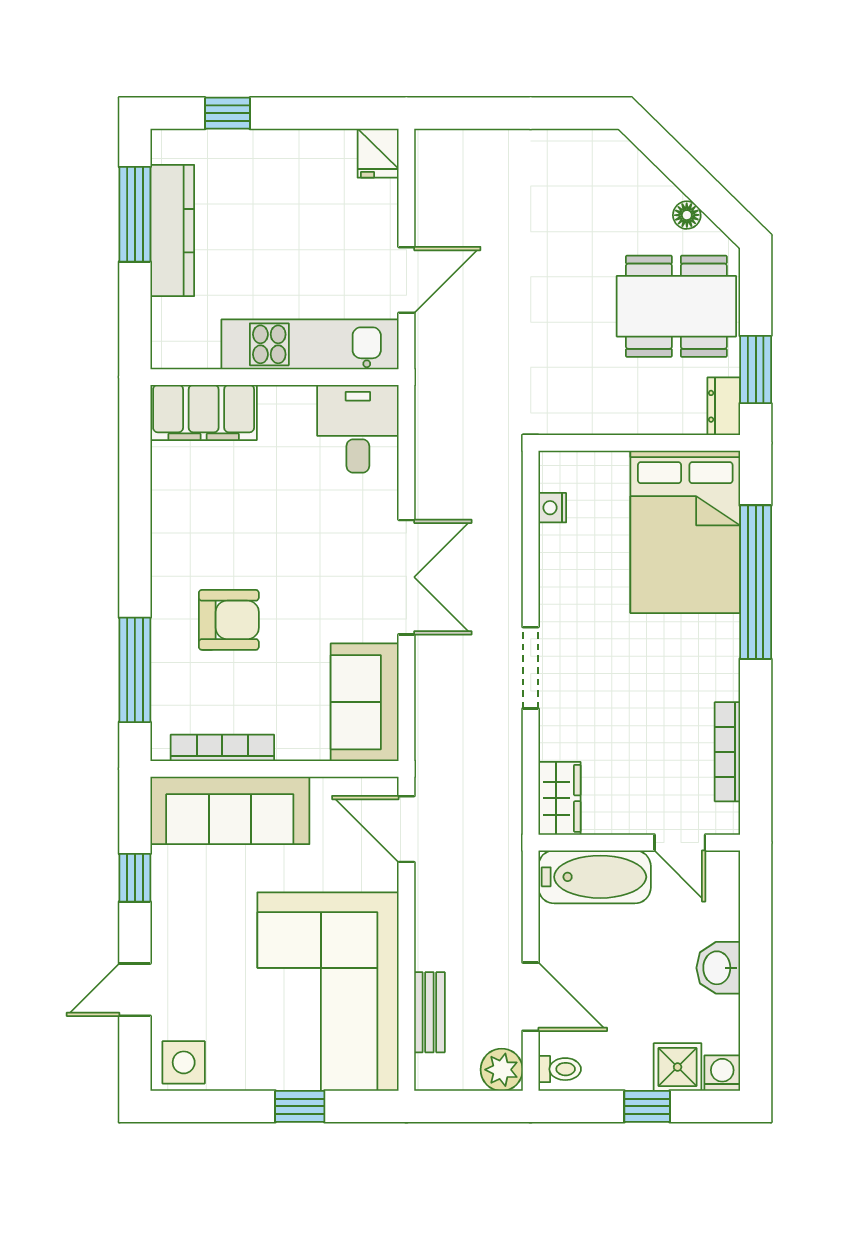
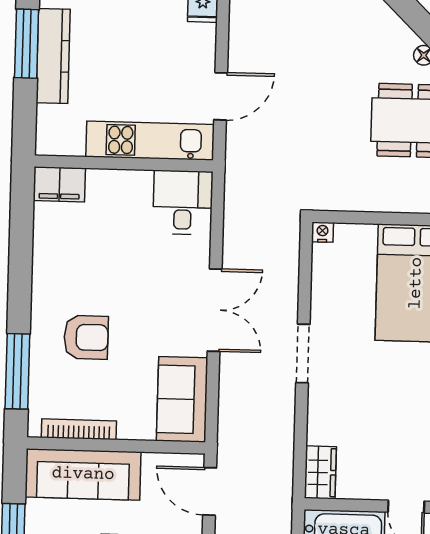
filing cabinet: (204, 412) -> (59, 184), width x0.67, depth x0.86
nightstand: (552, 508) -> (322, 232), moved, turned 90
doorway: (531, 668) -> (303, 354), moved

